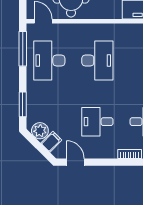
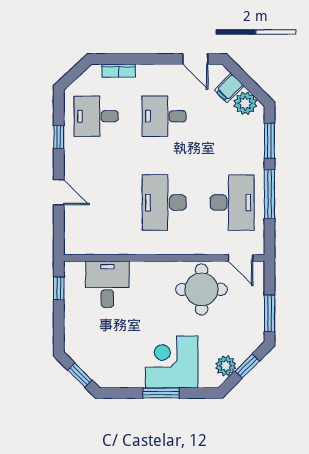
window: (23, 49) -> (269, 194), moved
desk: (97, 122) -> (164, 116), turned 180

